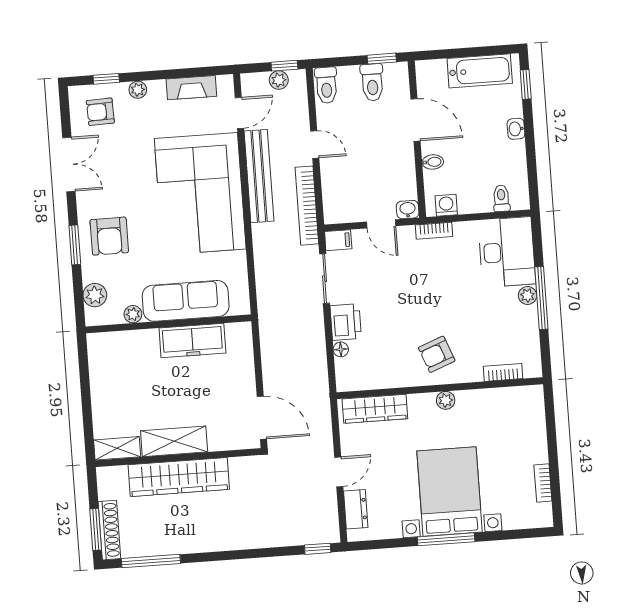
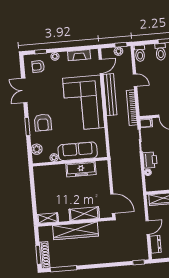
double door: (69, 164) -> (24, 90), swing flipped
shelving: (174, 441) -> (84, 214), moved

